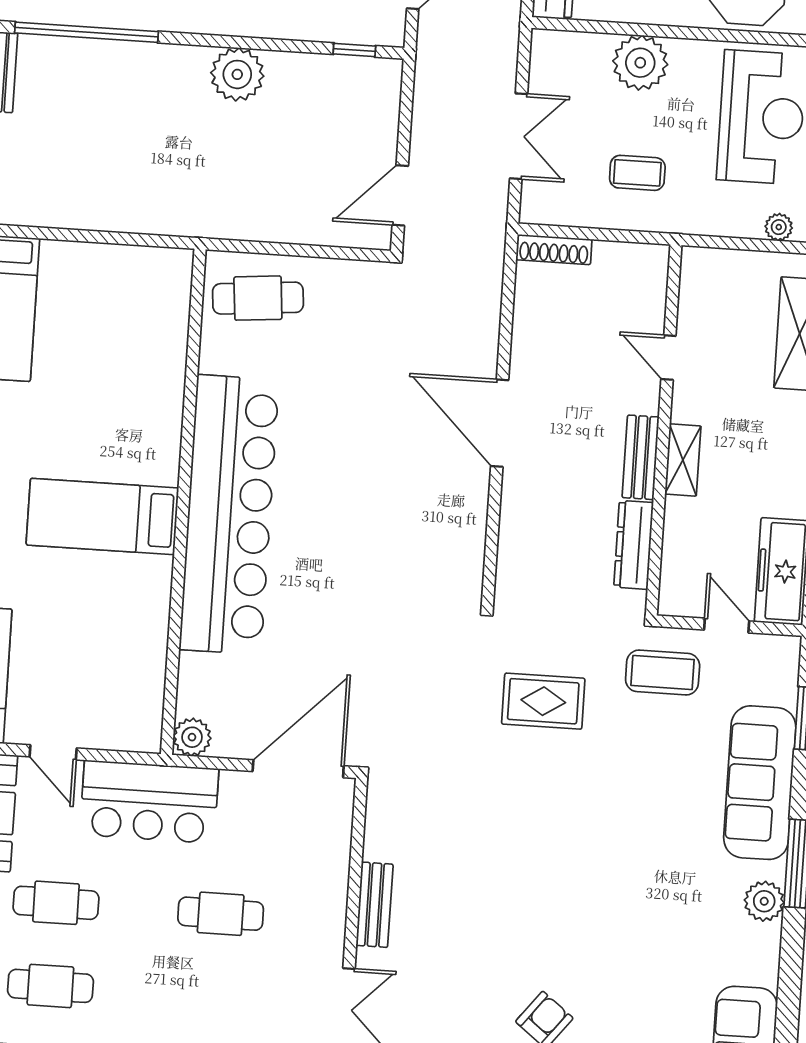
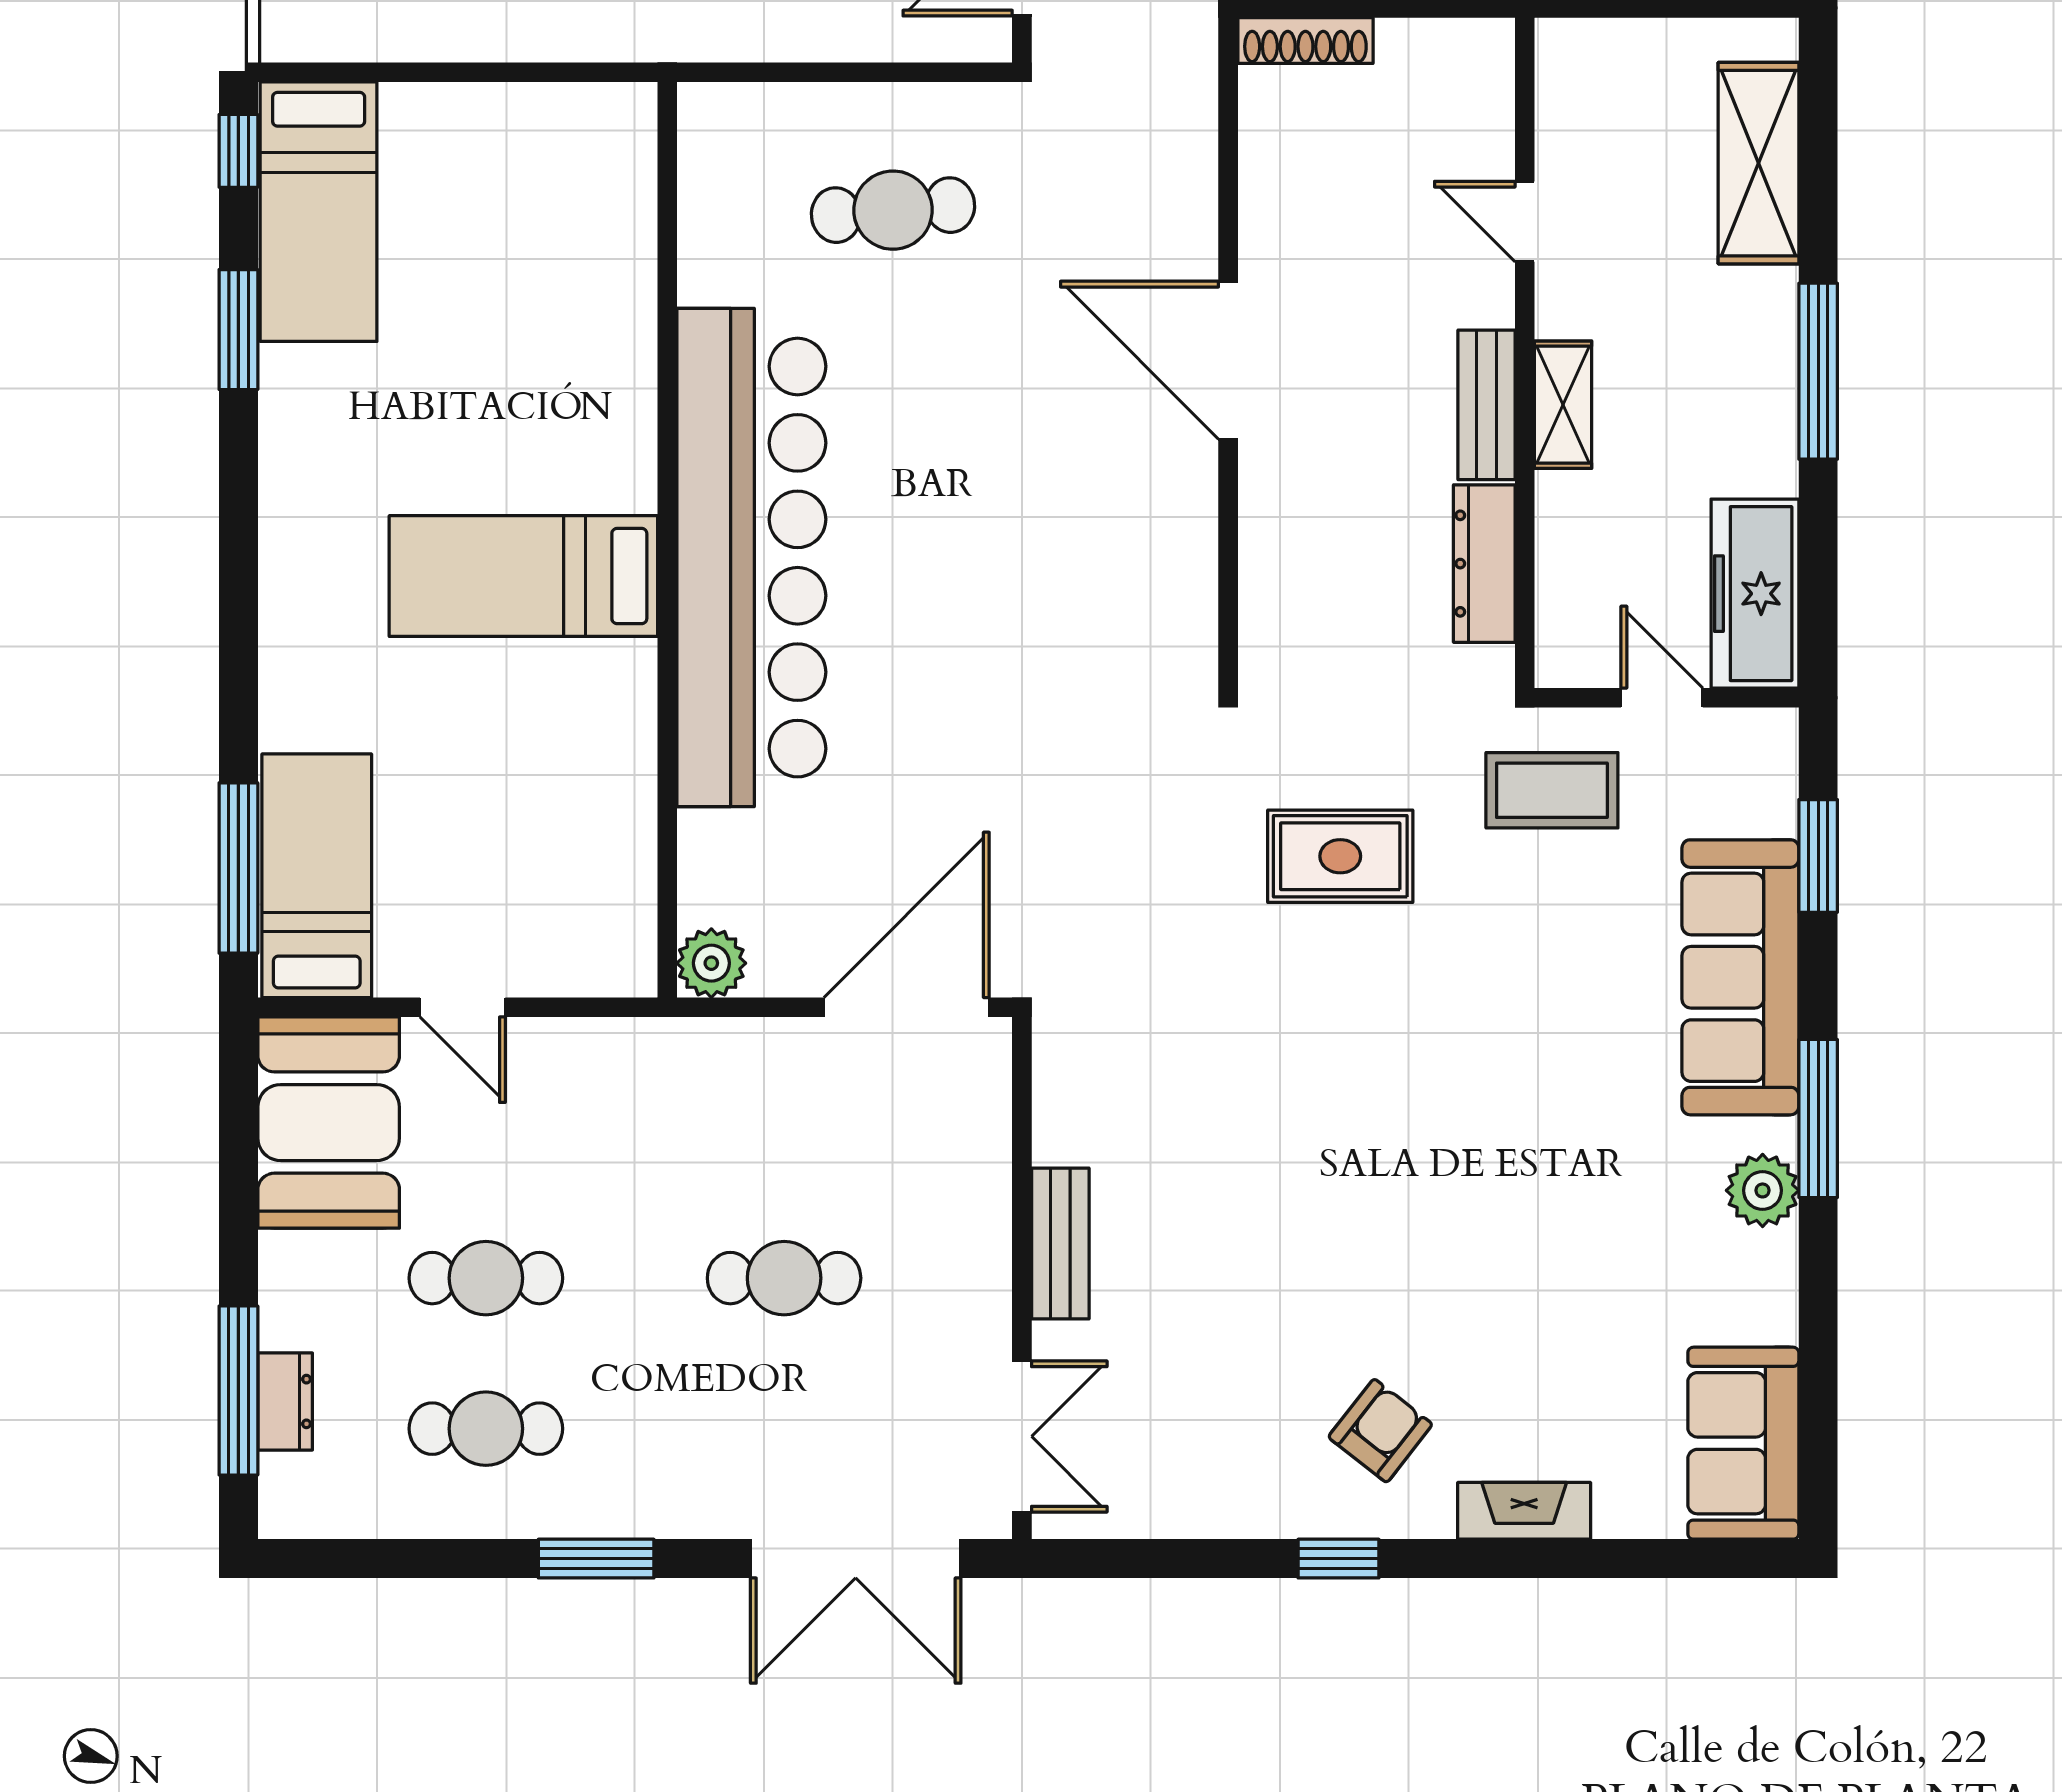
cafe table: (258, 298) -> (893, 210), moved
bar counter: (149, 802) -> (642, 1085), removed

